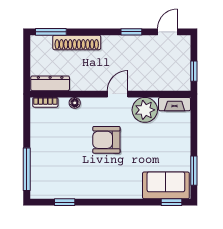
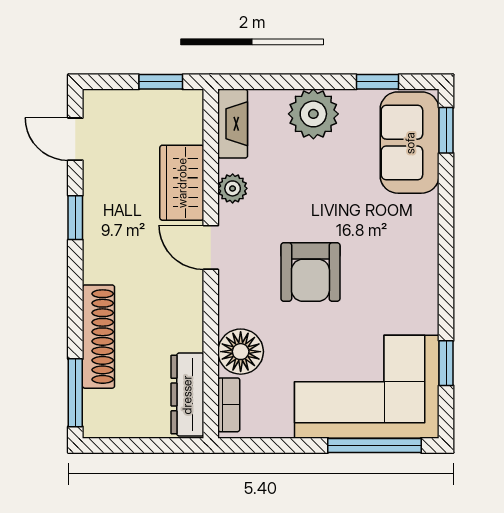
wardrobe: (147, 81) -> (182, 183), added
floor lamp: (75, 103) -> (241, 352), width x1.89, depth x1.89
plant: (145, 110) -> (233, 188), width x0.53, depth x0.53
plant: (179, 141) -> (313, 114), added
corner sofa: (54, 166) -> (367, 387), added
window: (194, 171) -> (378, 82), width x0.67

